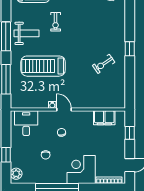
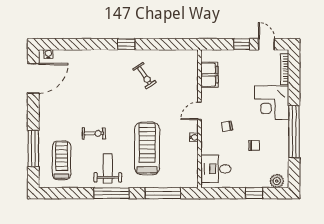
treadmill: (43, 66) -> (147, 149), turned 180
door: (64, 110) -> (200, 111), moved
window: (130, 133) -> (242, 44), moved

